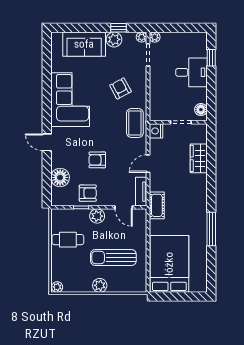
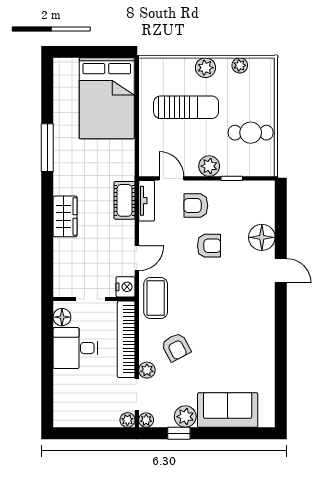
window: (211, 58) -> (47, 391), removed
plant: (141, 72) -> (147, 370), added
desk: (191, 72) -> (75, 348), moved
bookcase: (156, 94) -> (126, 339), added
corner sofa: (70, 100) -> (248, 331), removed
wardrobe: (199, 158) -> (65, 216), moved
door: (148, 164) -> (137, 258), moved
floor lamp: (60, 177) -> (262, 237), moved
armchair: (88, 193) -> (196, 206), moved
cot: (157, 205) -> (125, 200), moved
plant: (57, 287) -> (240, 65), moved

